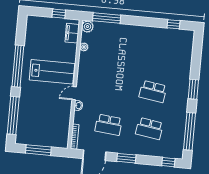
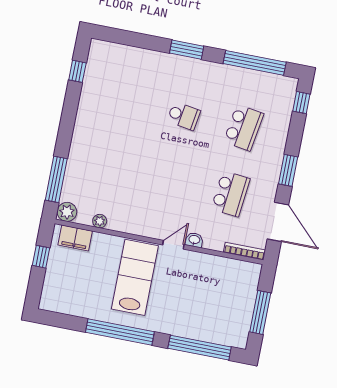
school desk: (153, 92) -> (184, 116), width x0.54
door: (74, 93) -> (173, 245), swing flipped

